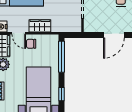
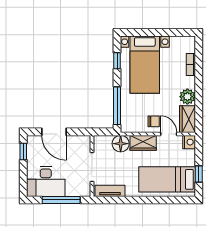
floor lamp: (59, 25) -> (121, 144), added
door: (114, 35) -> (54, 132), swing flipped

